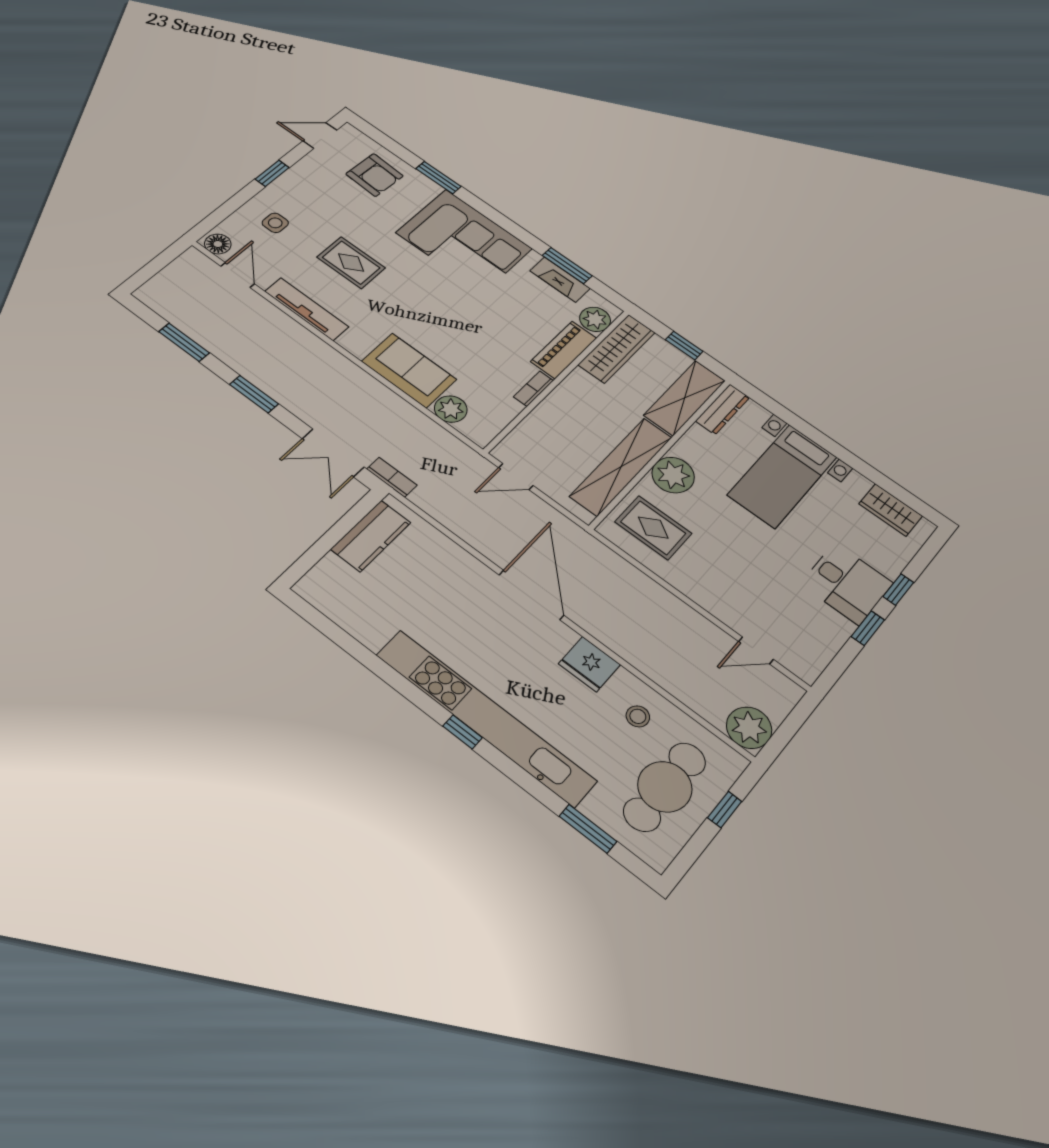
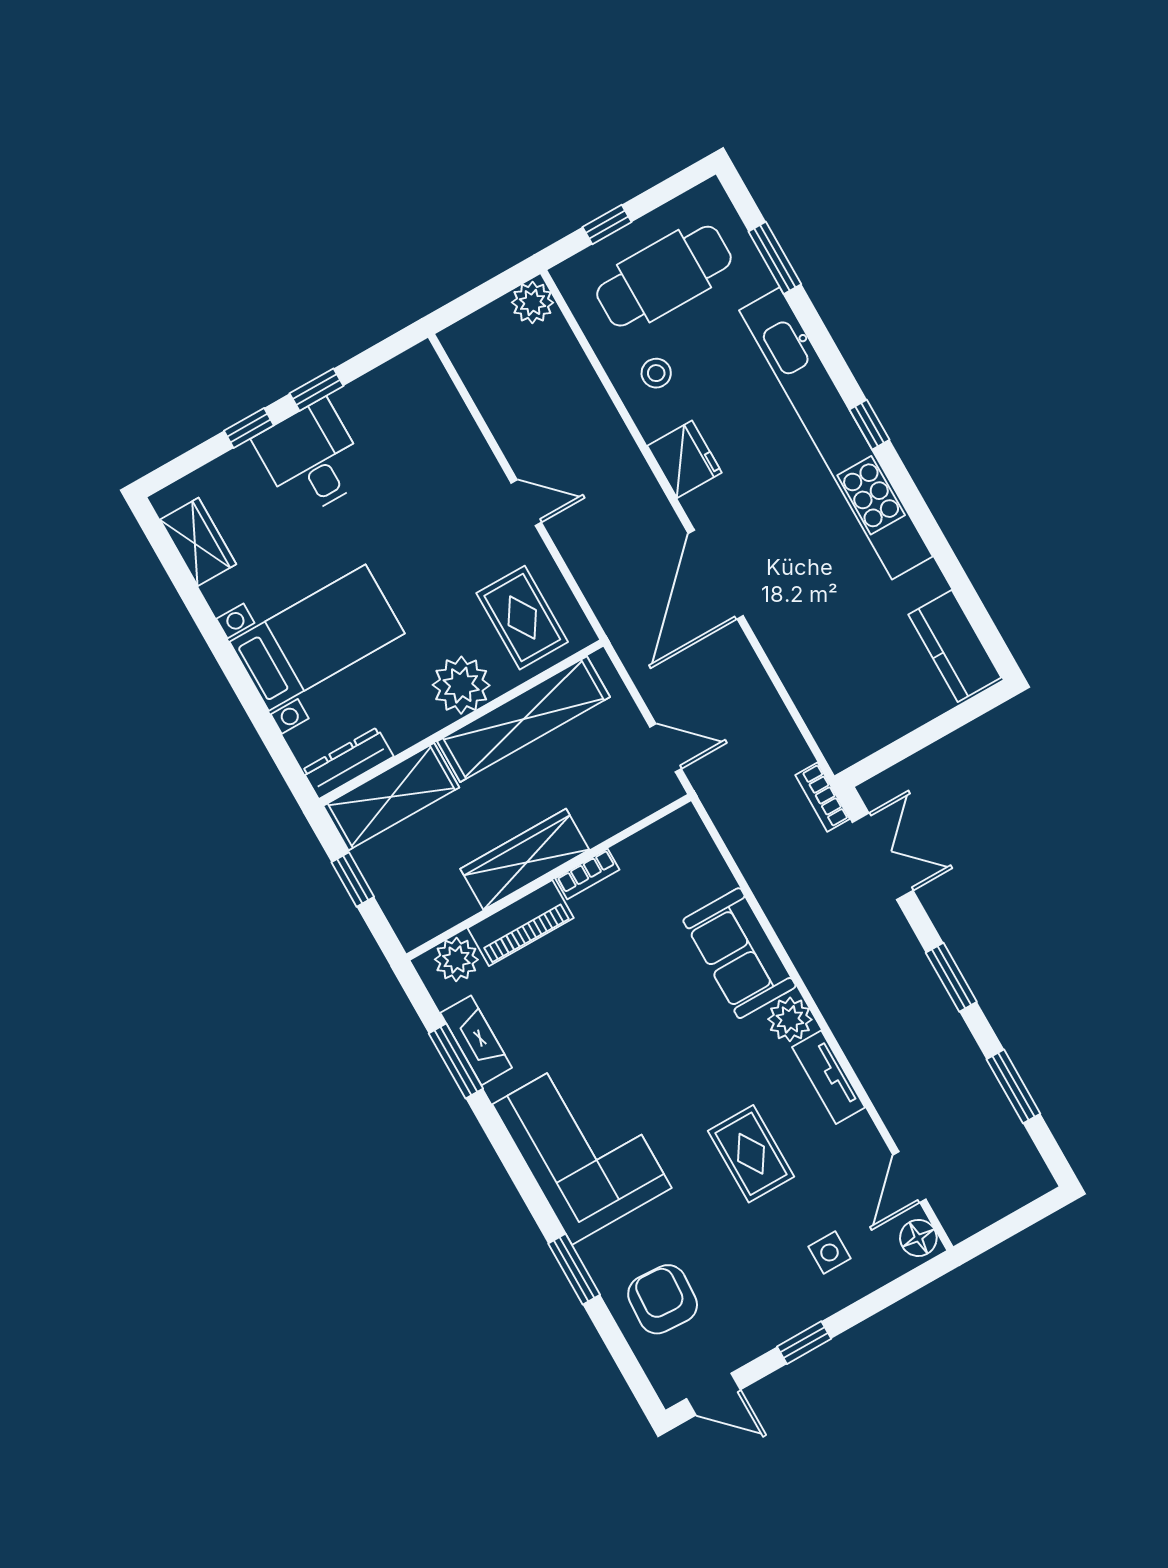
tv unit: (307, 309) -> (829, 1077), width x0.71
wardrobe: (617, 349) -> (525, 859), moved
plant: (451, 409) -> (790, 1019), moved
kitchen counter: (371, 536) -> (955, 646), moved, turned -90
door: (756, 650) -> (526, 503), moved
plant: (749, 728) -> (532, 303), width x0.73, depth x0.73

